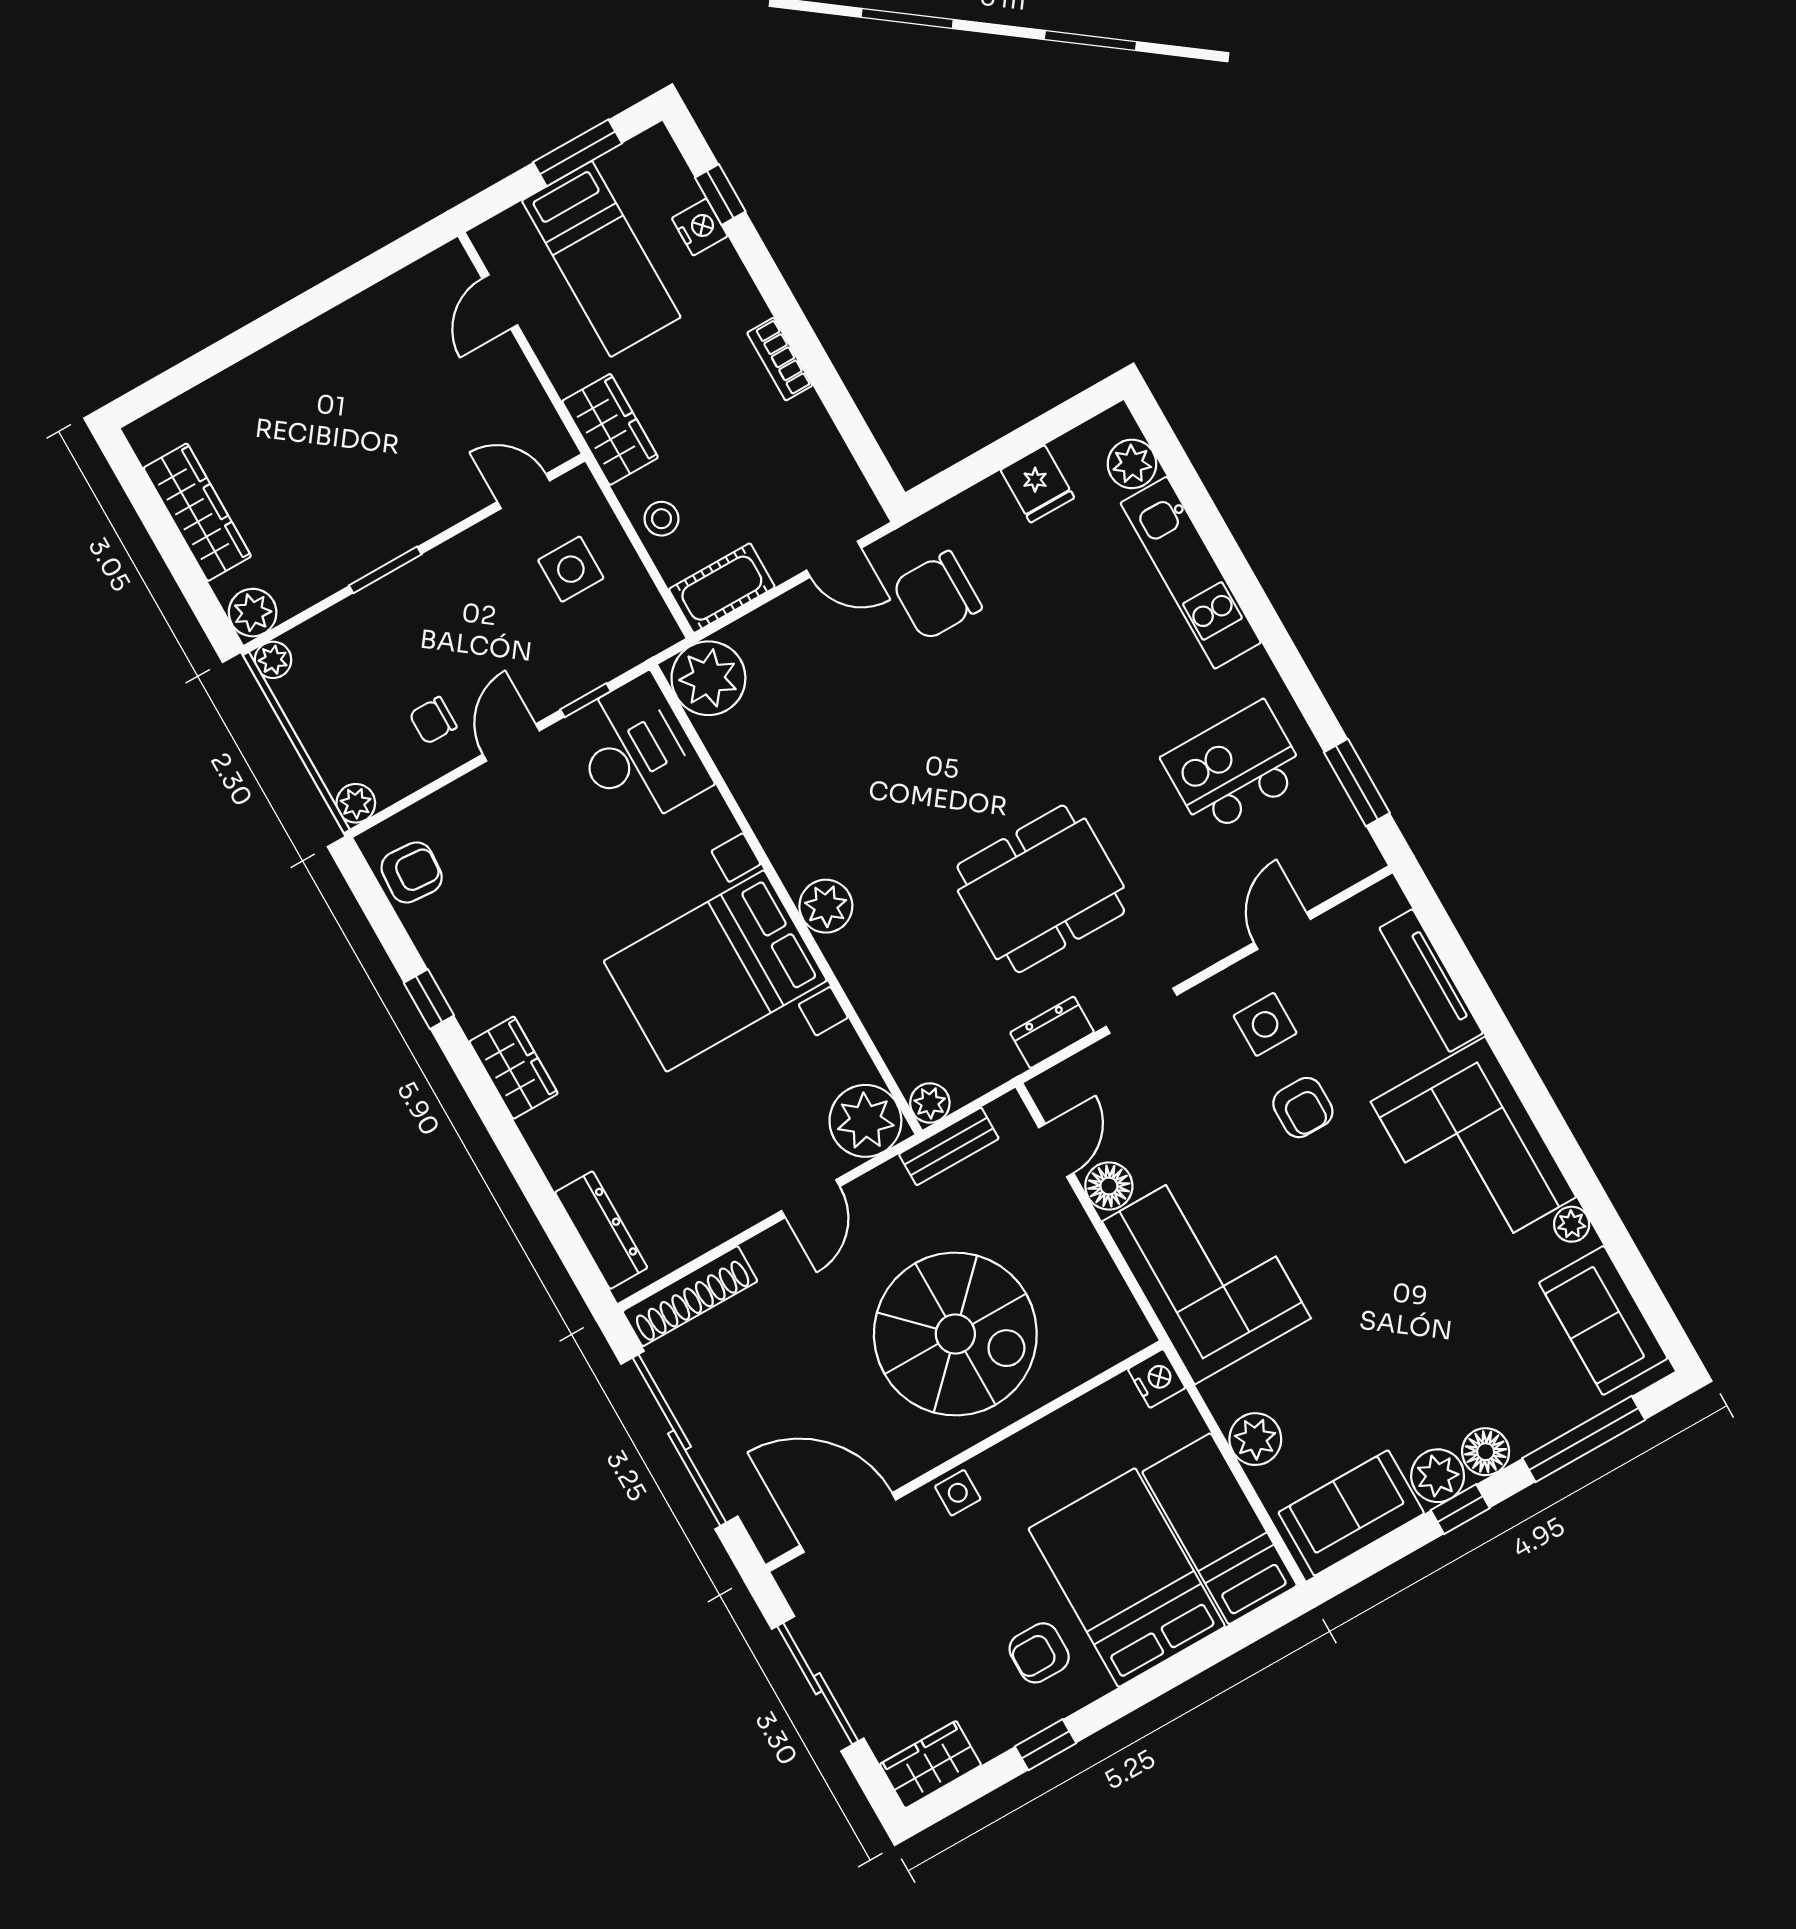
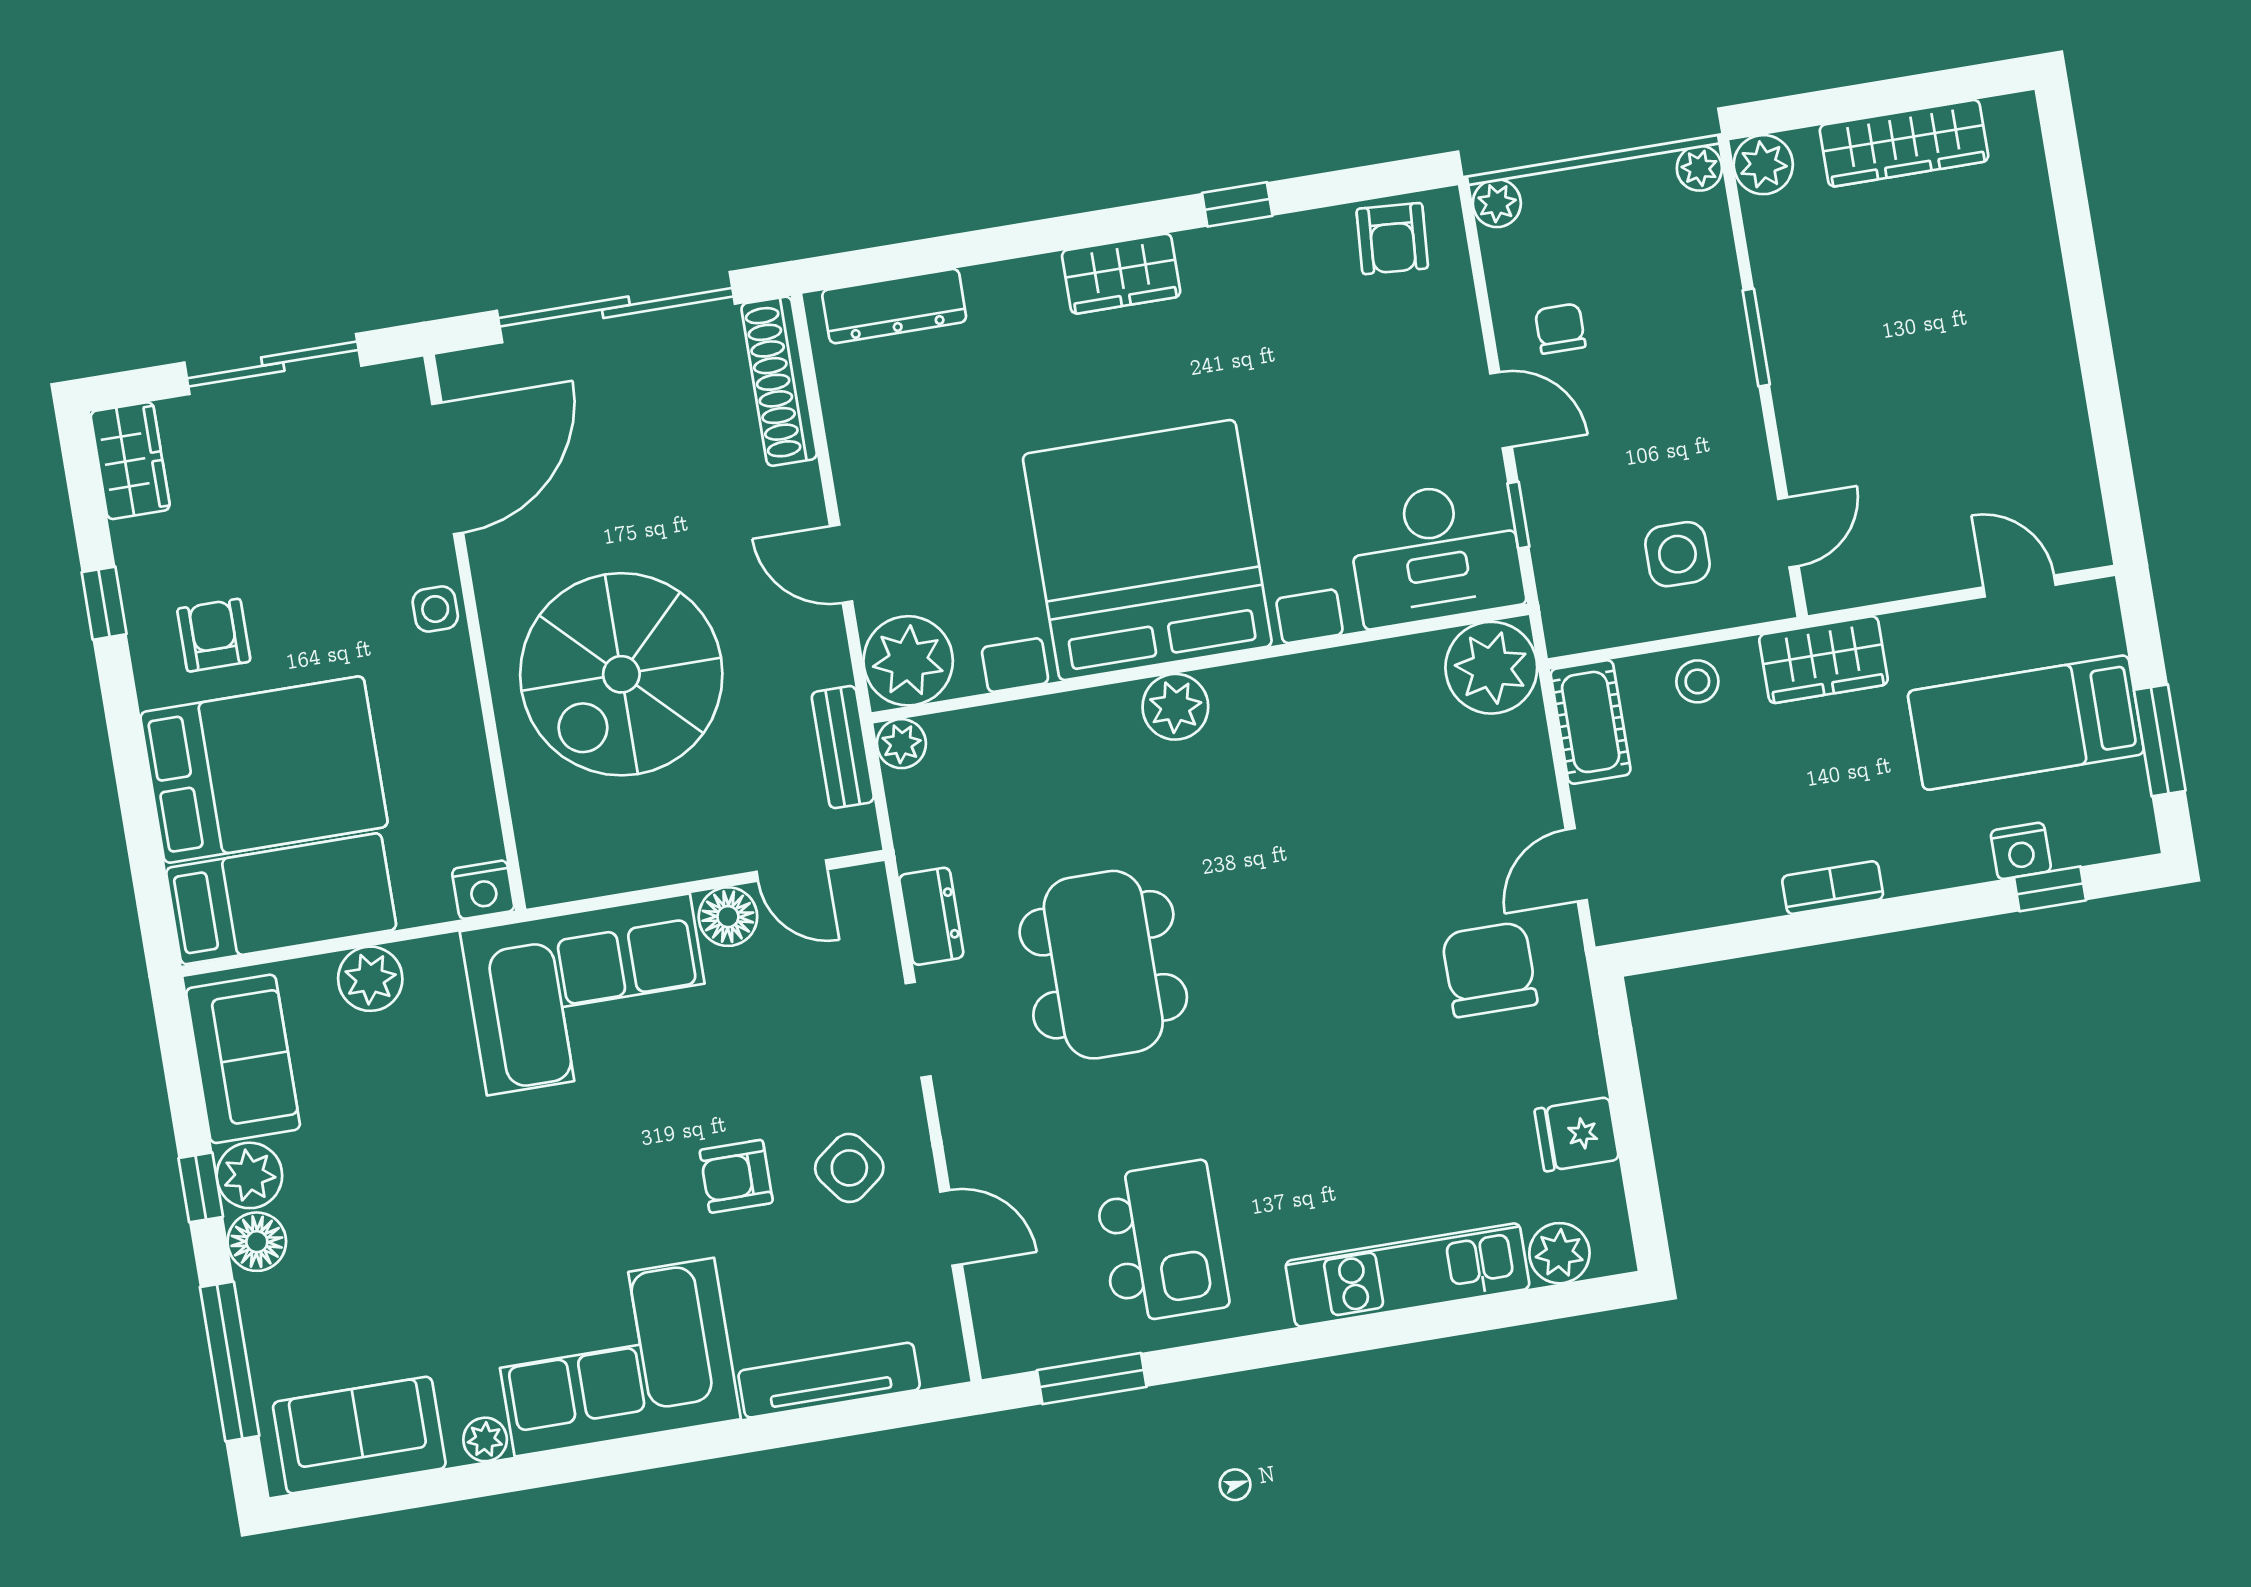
bed with nightstands: (715, 971) -> (1147, 550), width x1.36
side table: (1265, 1024) -> (849, 1168), turned -37

